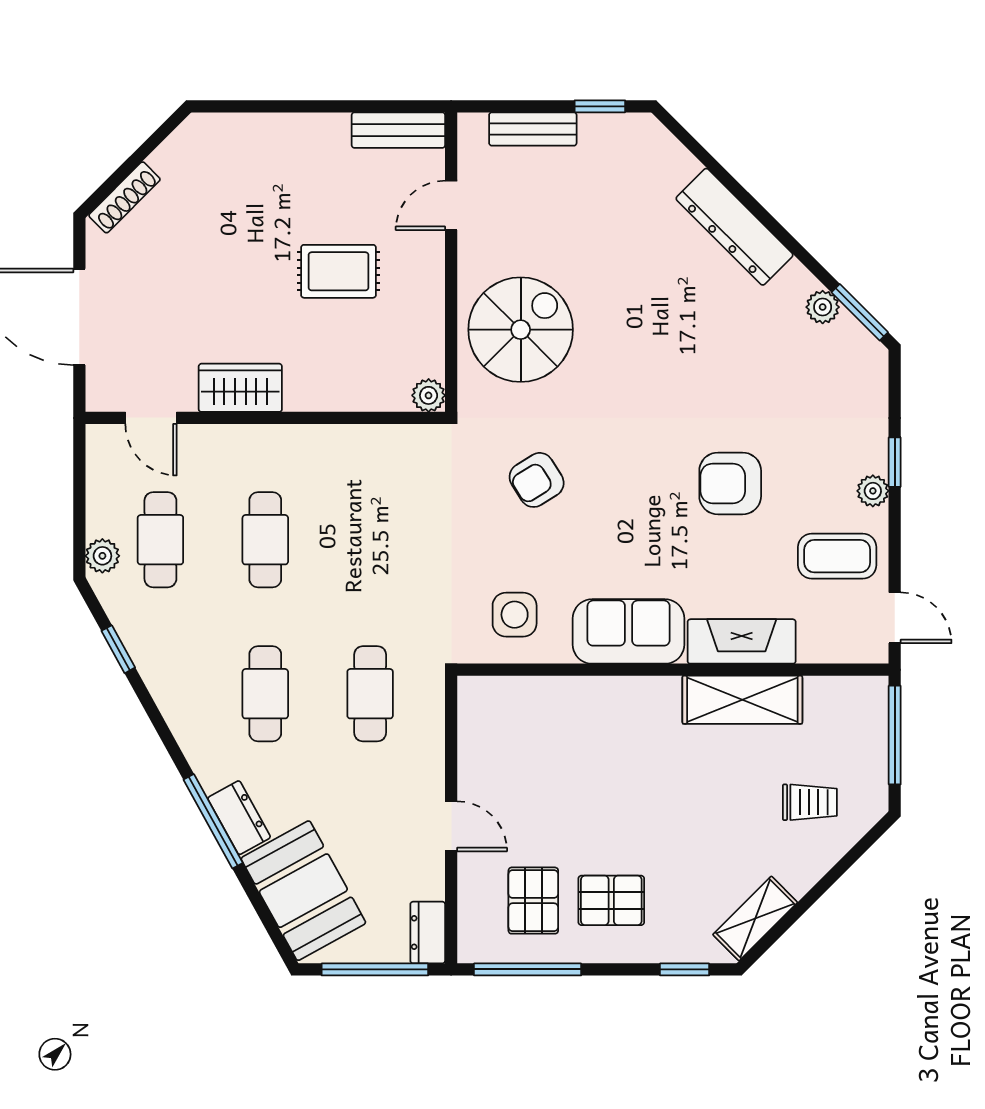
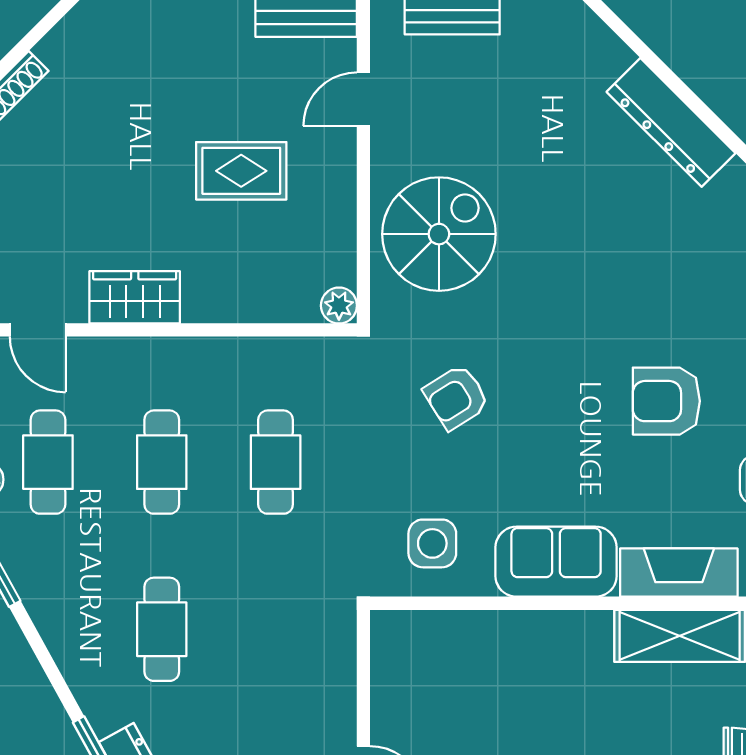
cafe table: (370, 694) -> (276, 462), moved

